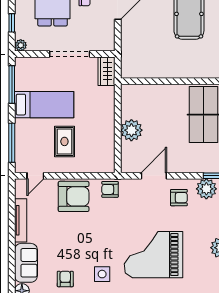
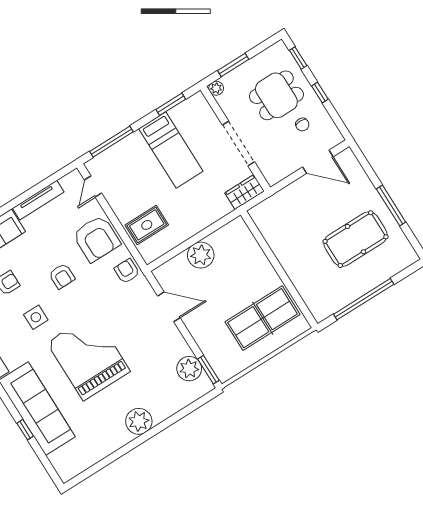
window: (12, 23) -> (233, 65), width x1.50
window: (12, 84) -> (171, 104), width x0.69
rug: (64, 141) -> (147, 225), moved
door: (35, 176) -> (93, 187), hinge flipped
armchair: (179, 198) -> (62, 276), moved

